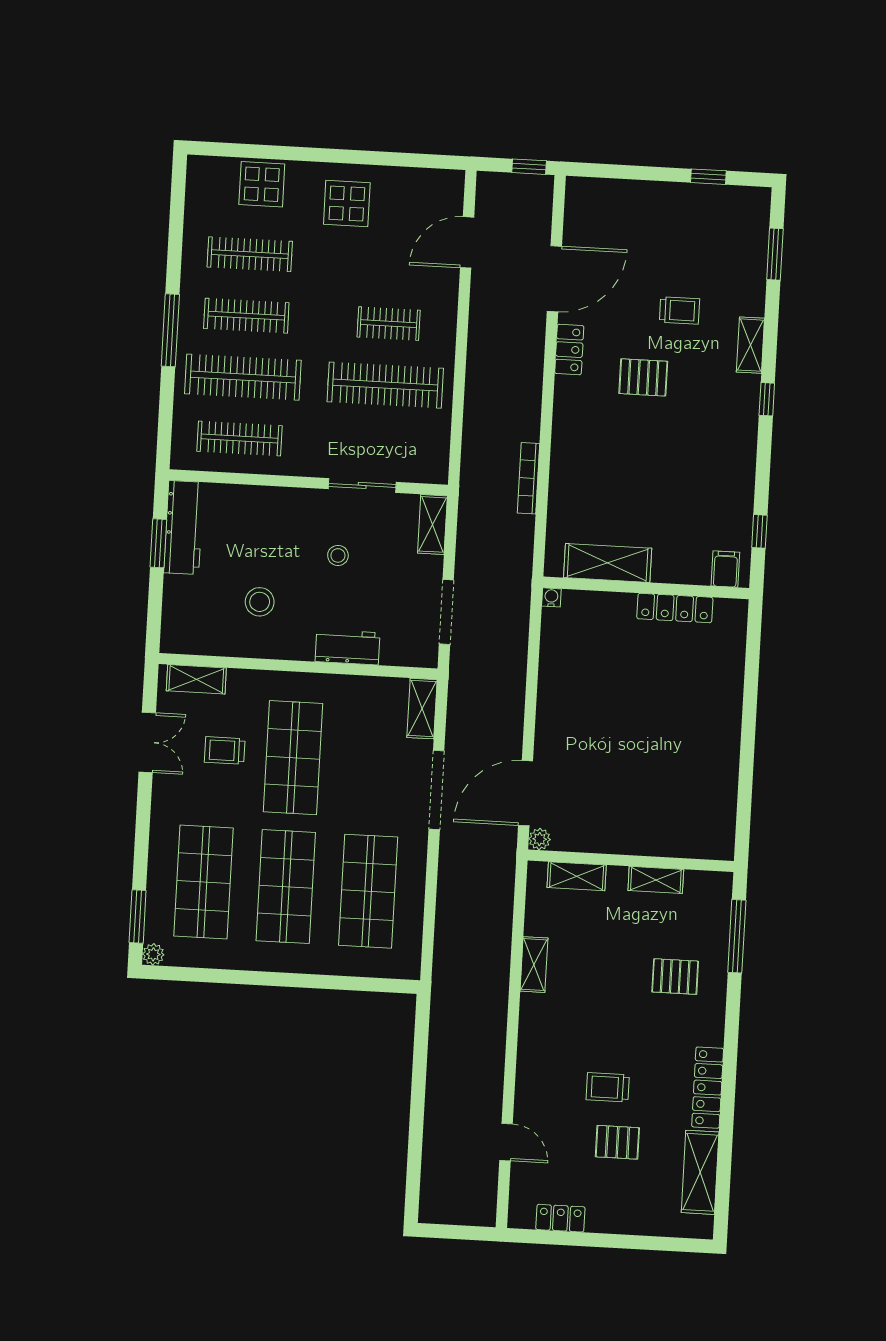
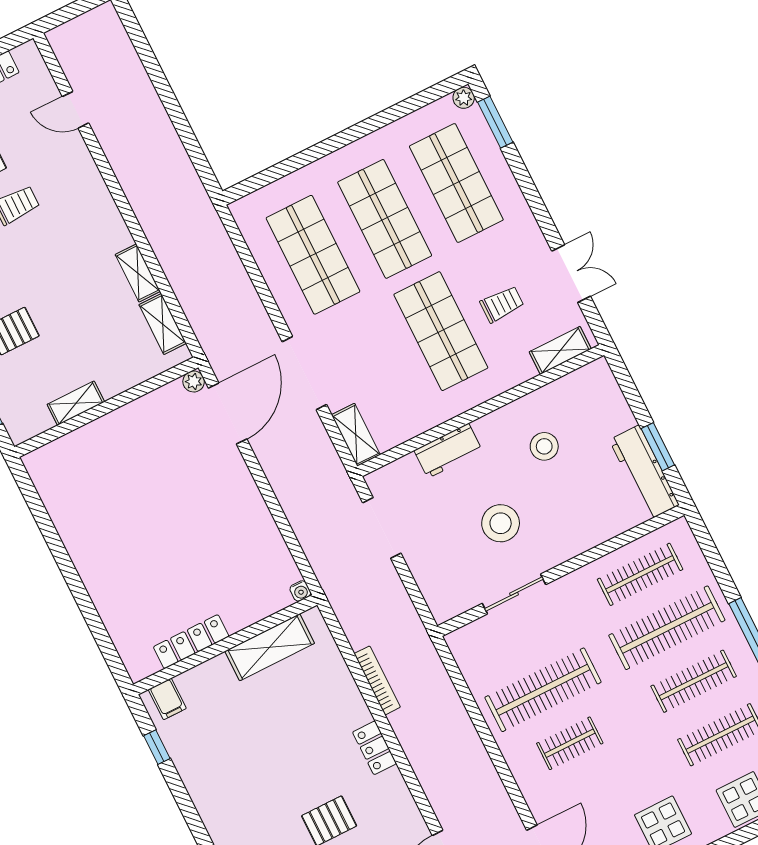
locker: (569, 350) -> (375, 748), moved
shelving: (432, 524) -> (436, 595), removed
stool: (338, 555) -> (501, 523), width x1.89, depth x1.89
double door: (147, 742) -> (571, 274), swing flipped
shelving: (577, 876) -> (163, 324), moved, turned 90

